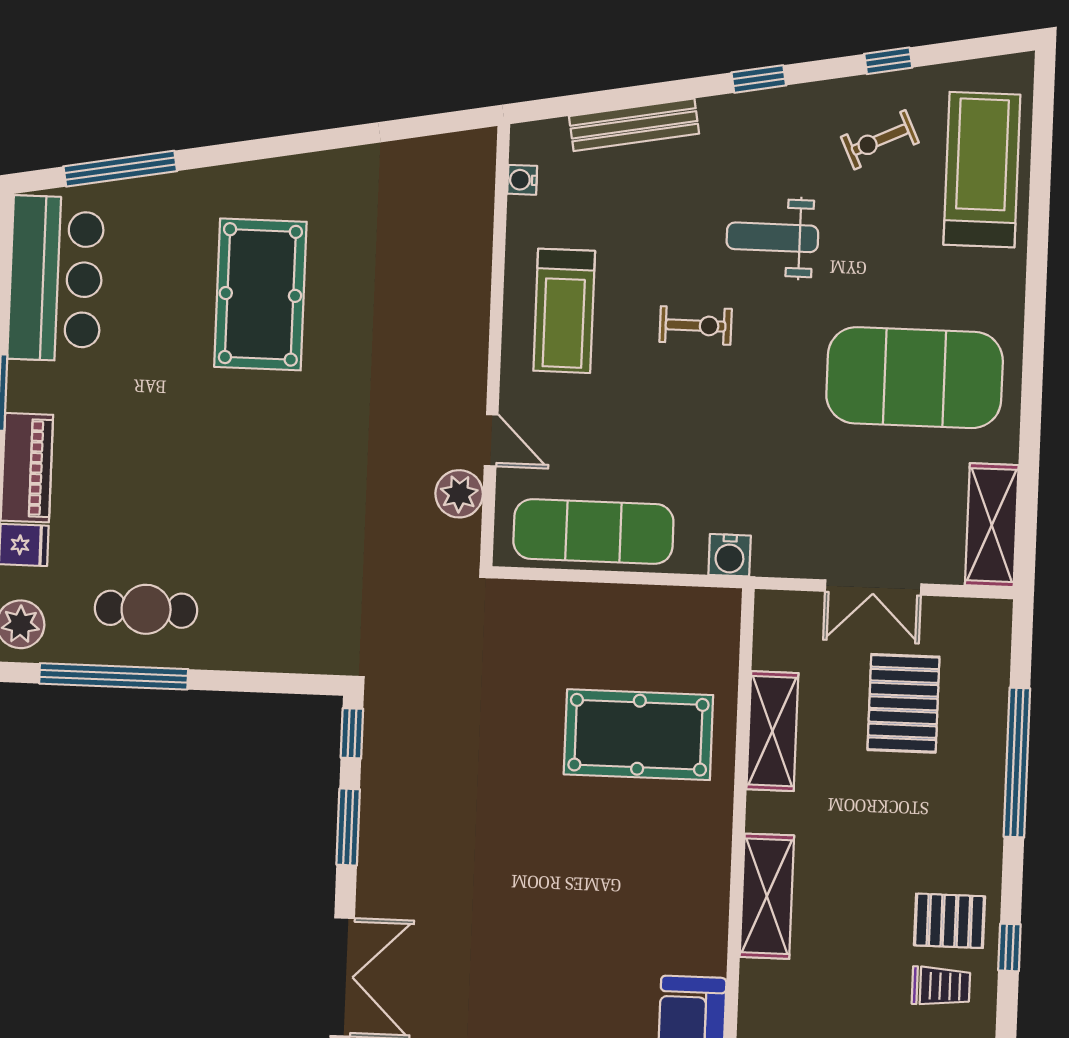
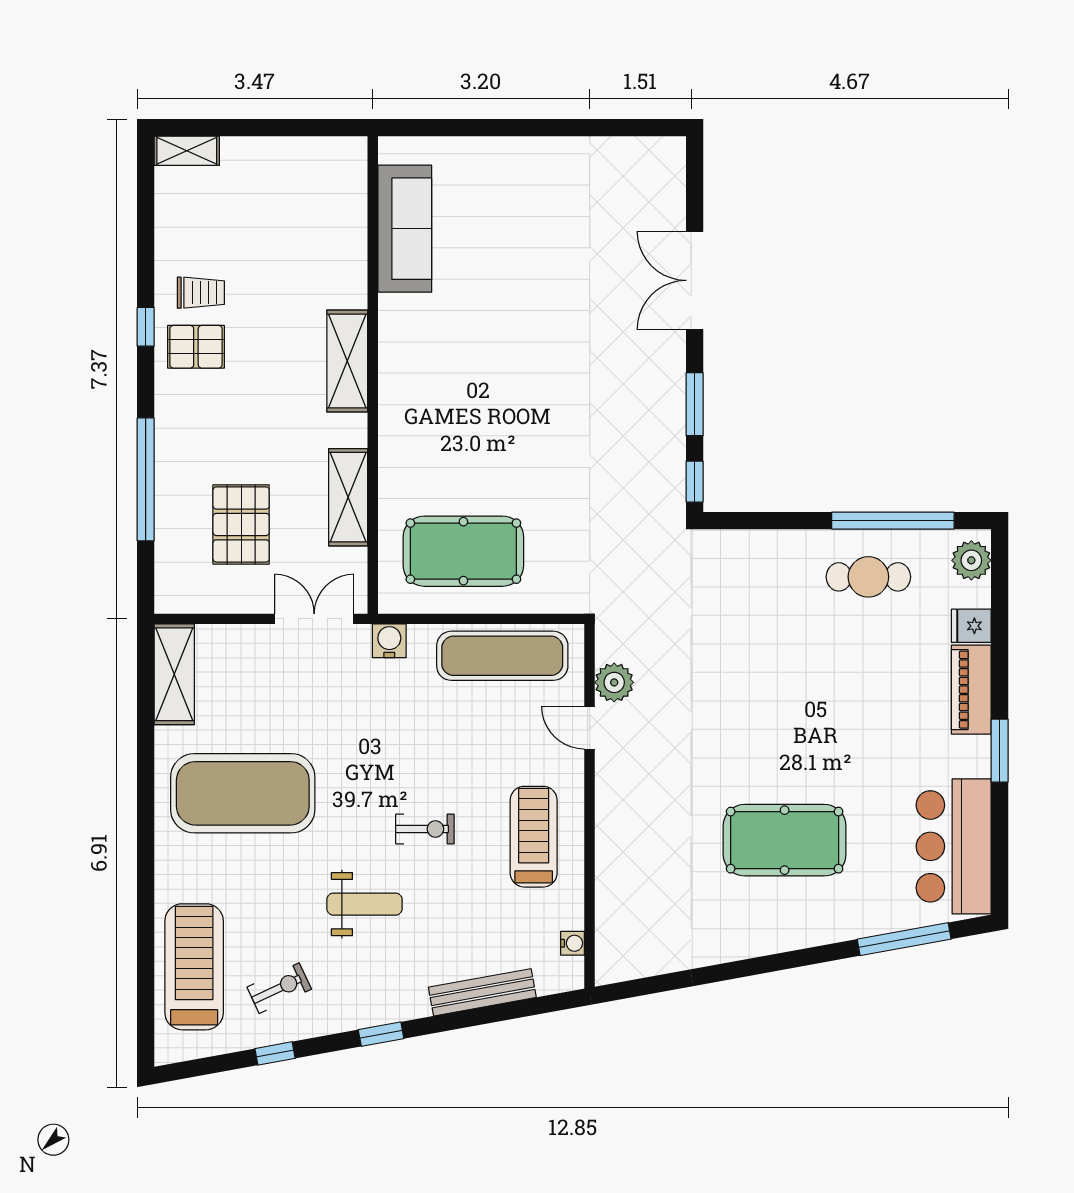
treadmill: (982, 170) -> (194, 967), turned 180
pool table: (260, 294) -> (785, 840), turned 90
exercise bike: (696, 325) -> (425, 829), turned 180
double door: (873, 588) -> (314, 619), moved
pool table: (638, 735) -> (463, 551), moved
trolley: (941, 986) -> (201, 293), turned 180

